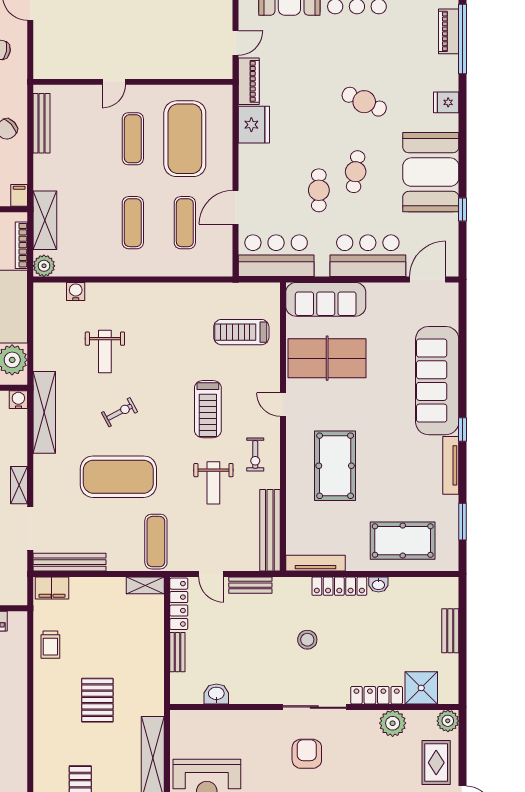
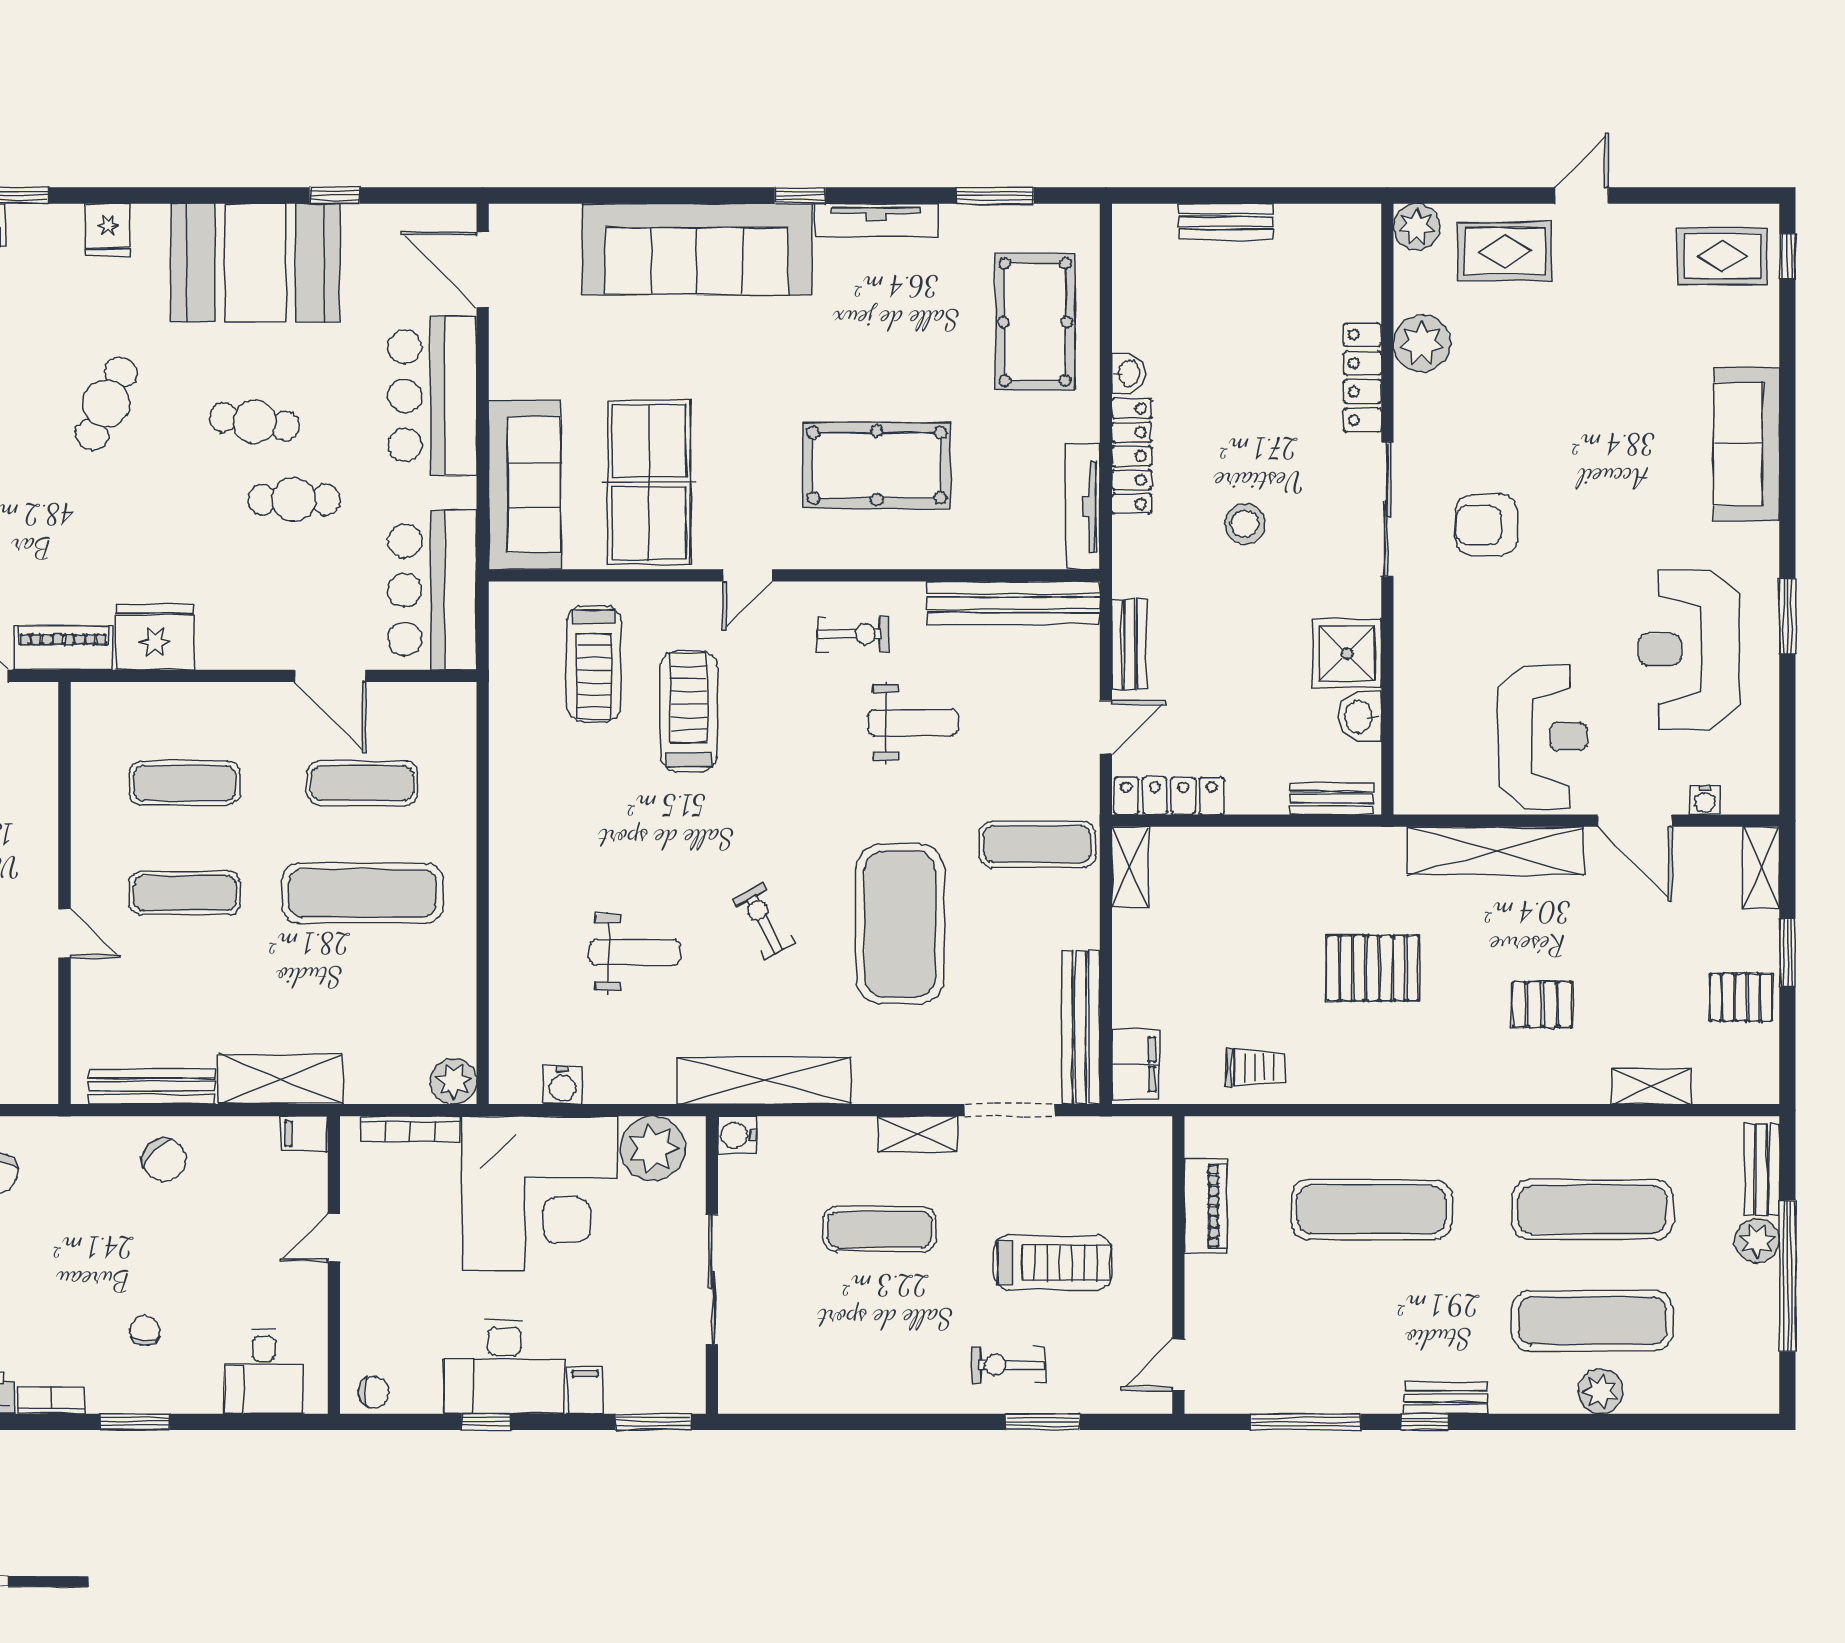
exercise mat: (185, 139) -> (185, 783), width x0.50, depth x0.69
shelving: (45, 220) -> (281, 1079), moved
exercise mat: (133, 223) -> (362, 893), width x1.36, depth x1.45
water cooler: (76, 291) -> (562, 1085), moved, turned -90
treadmill: (208, 409) -> (689, 711), moved, turned -90
bench: (177, 652) -> (1331, 799), moved
shower: (421, 688) -> (1347, 653), moved

